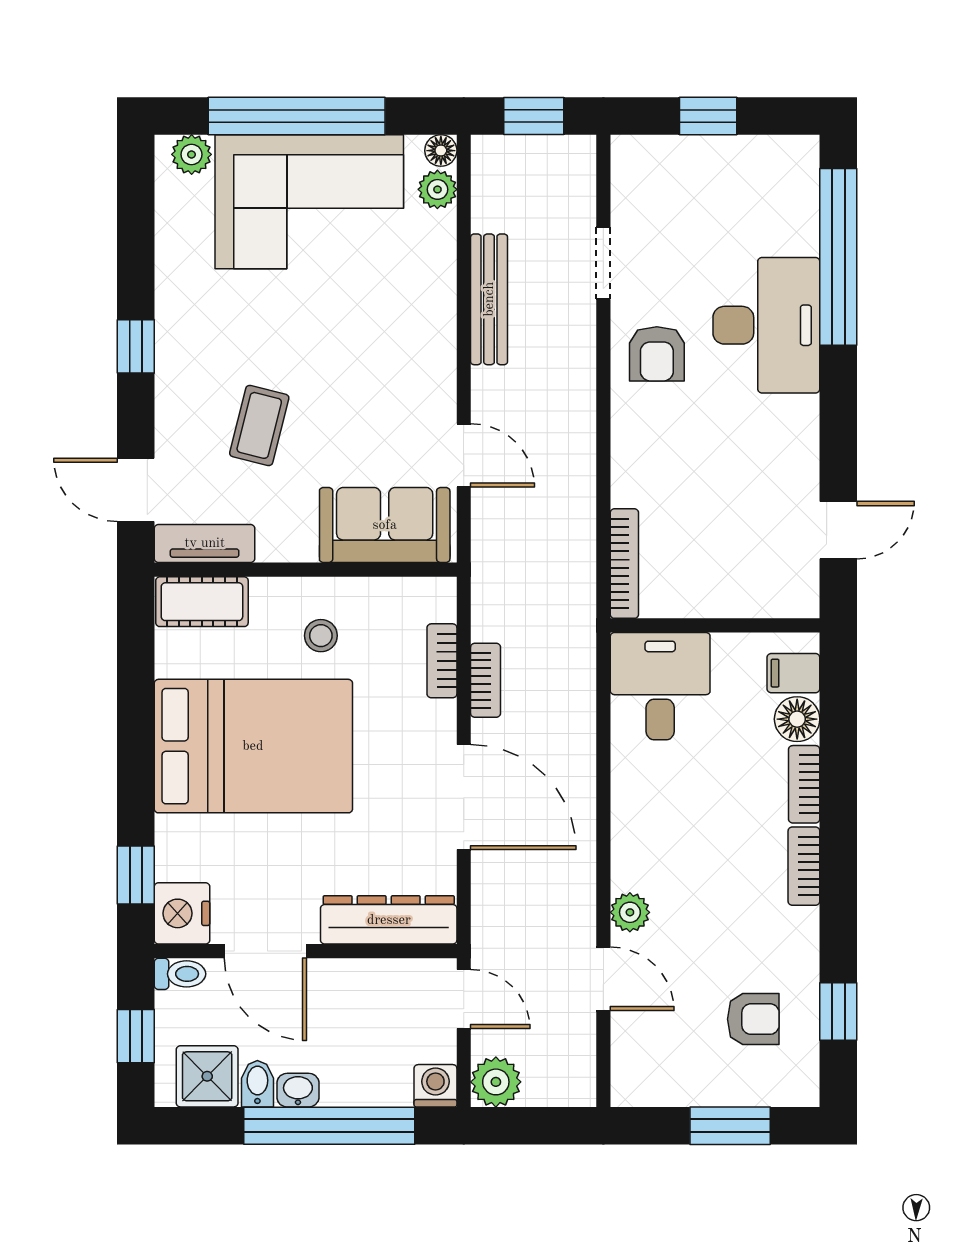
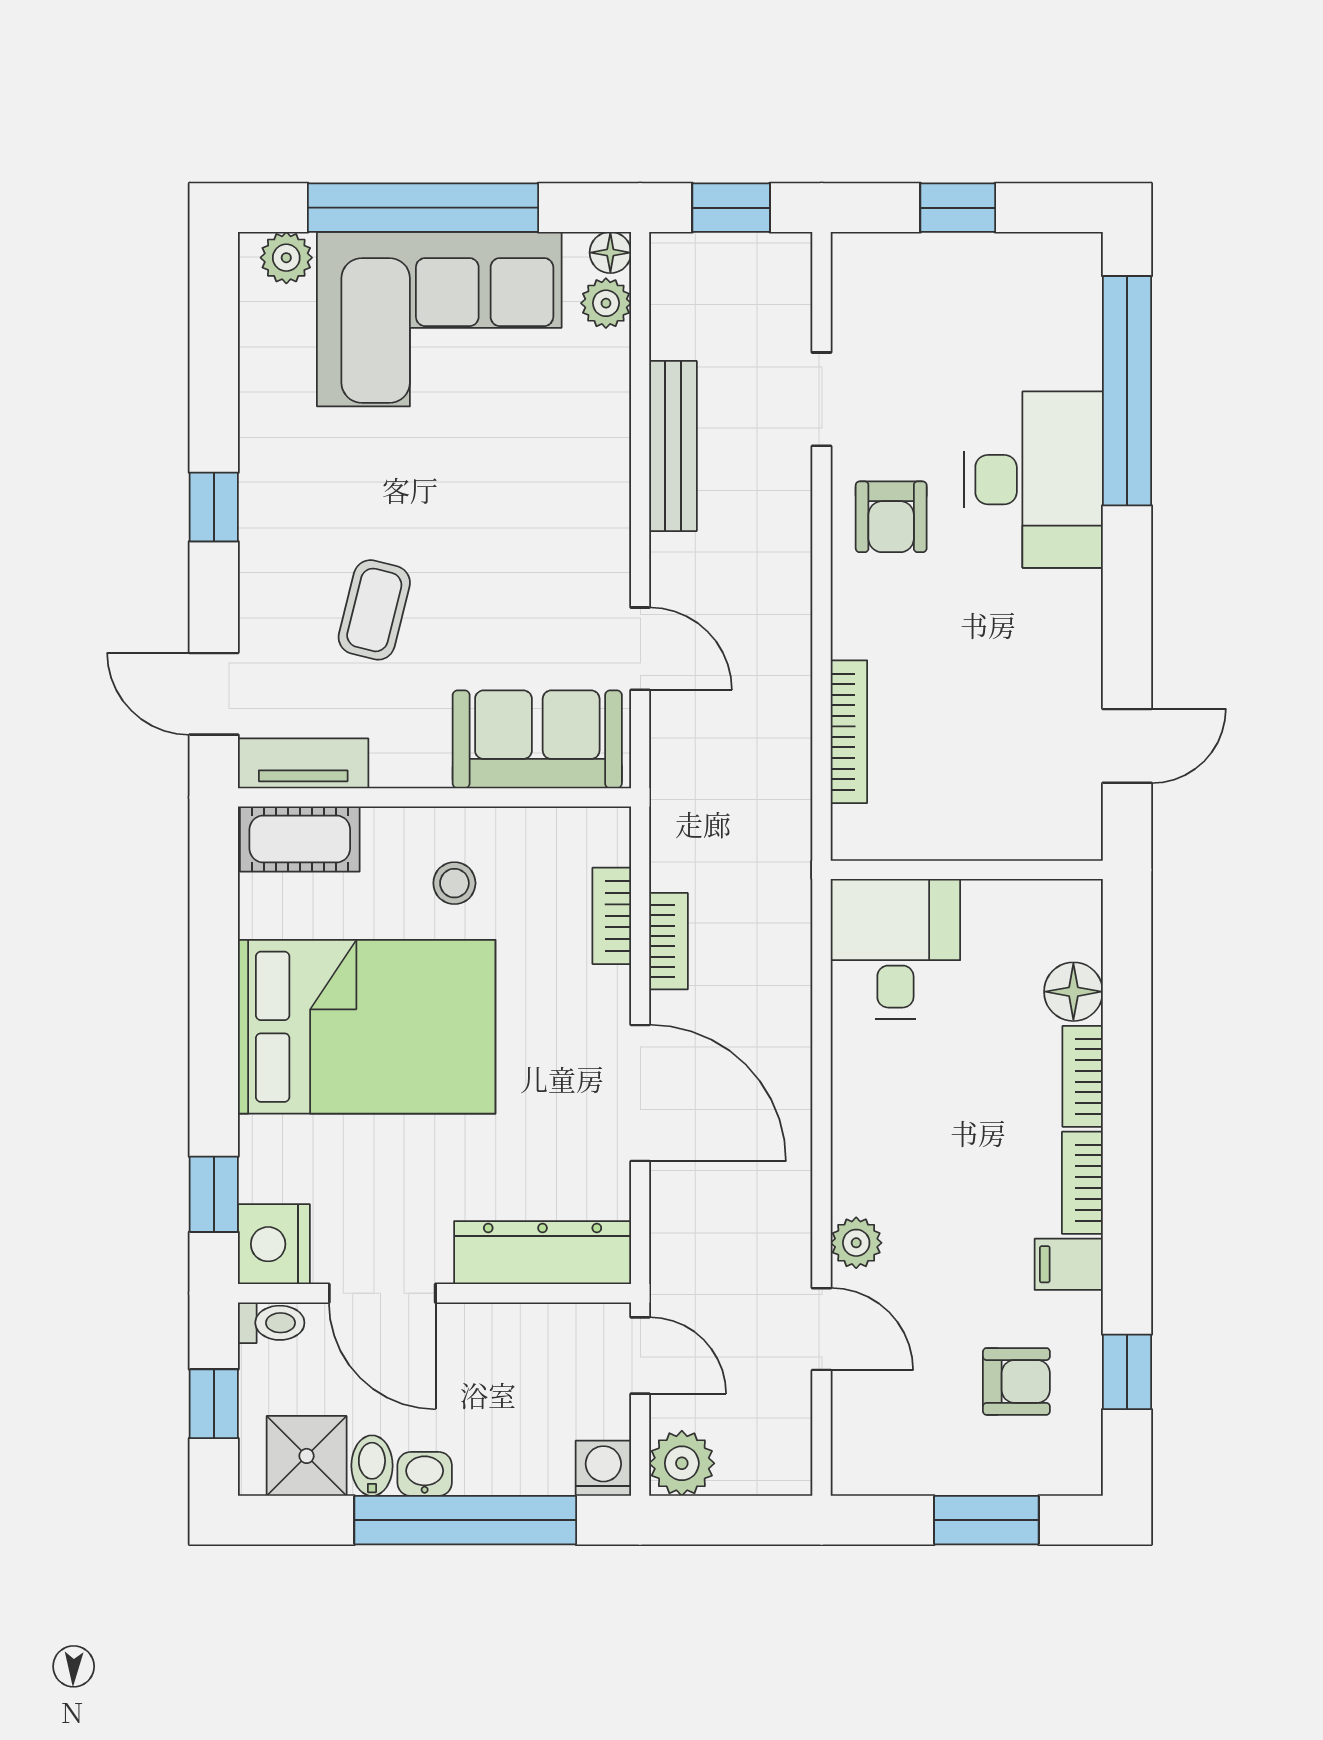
bookcase: (624, 564) -> (849, 732), moved
filing cabinet: (793, 673) -> (1069, 1264), moved

